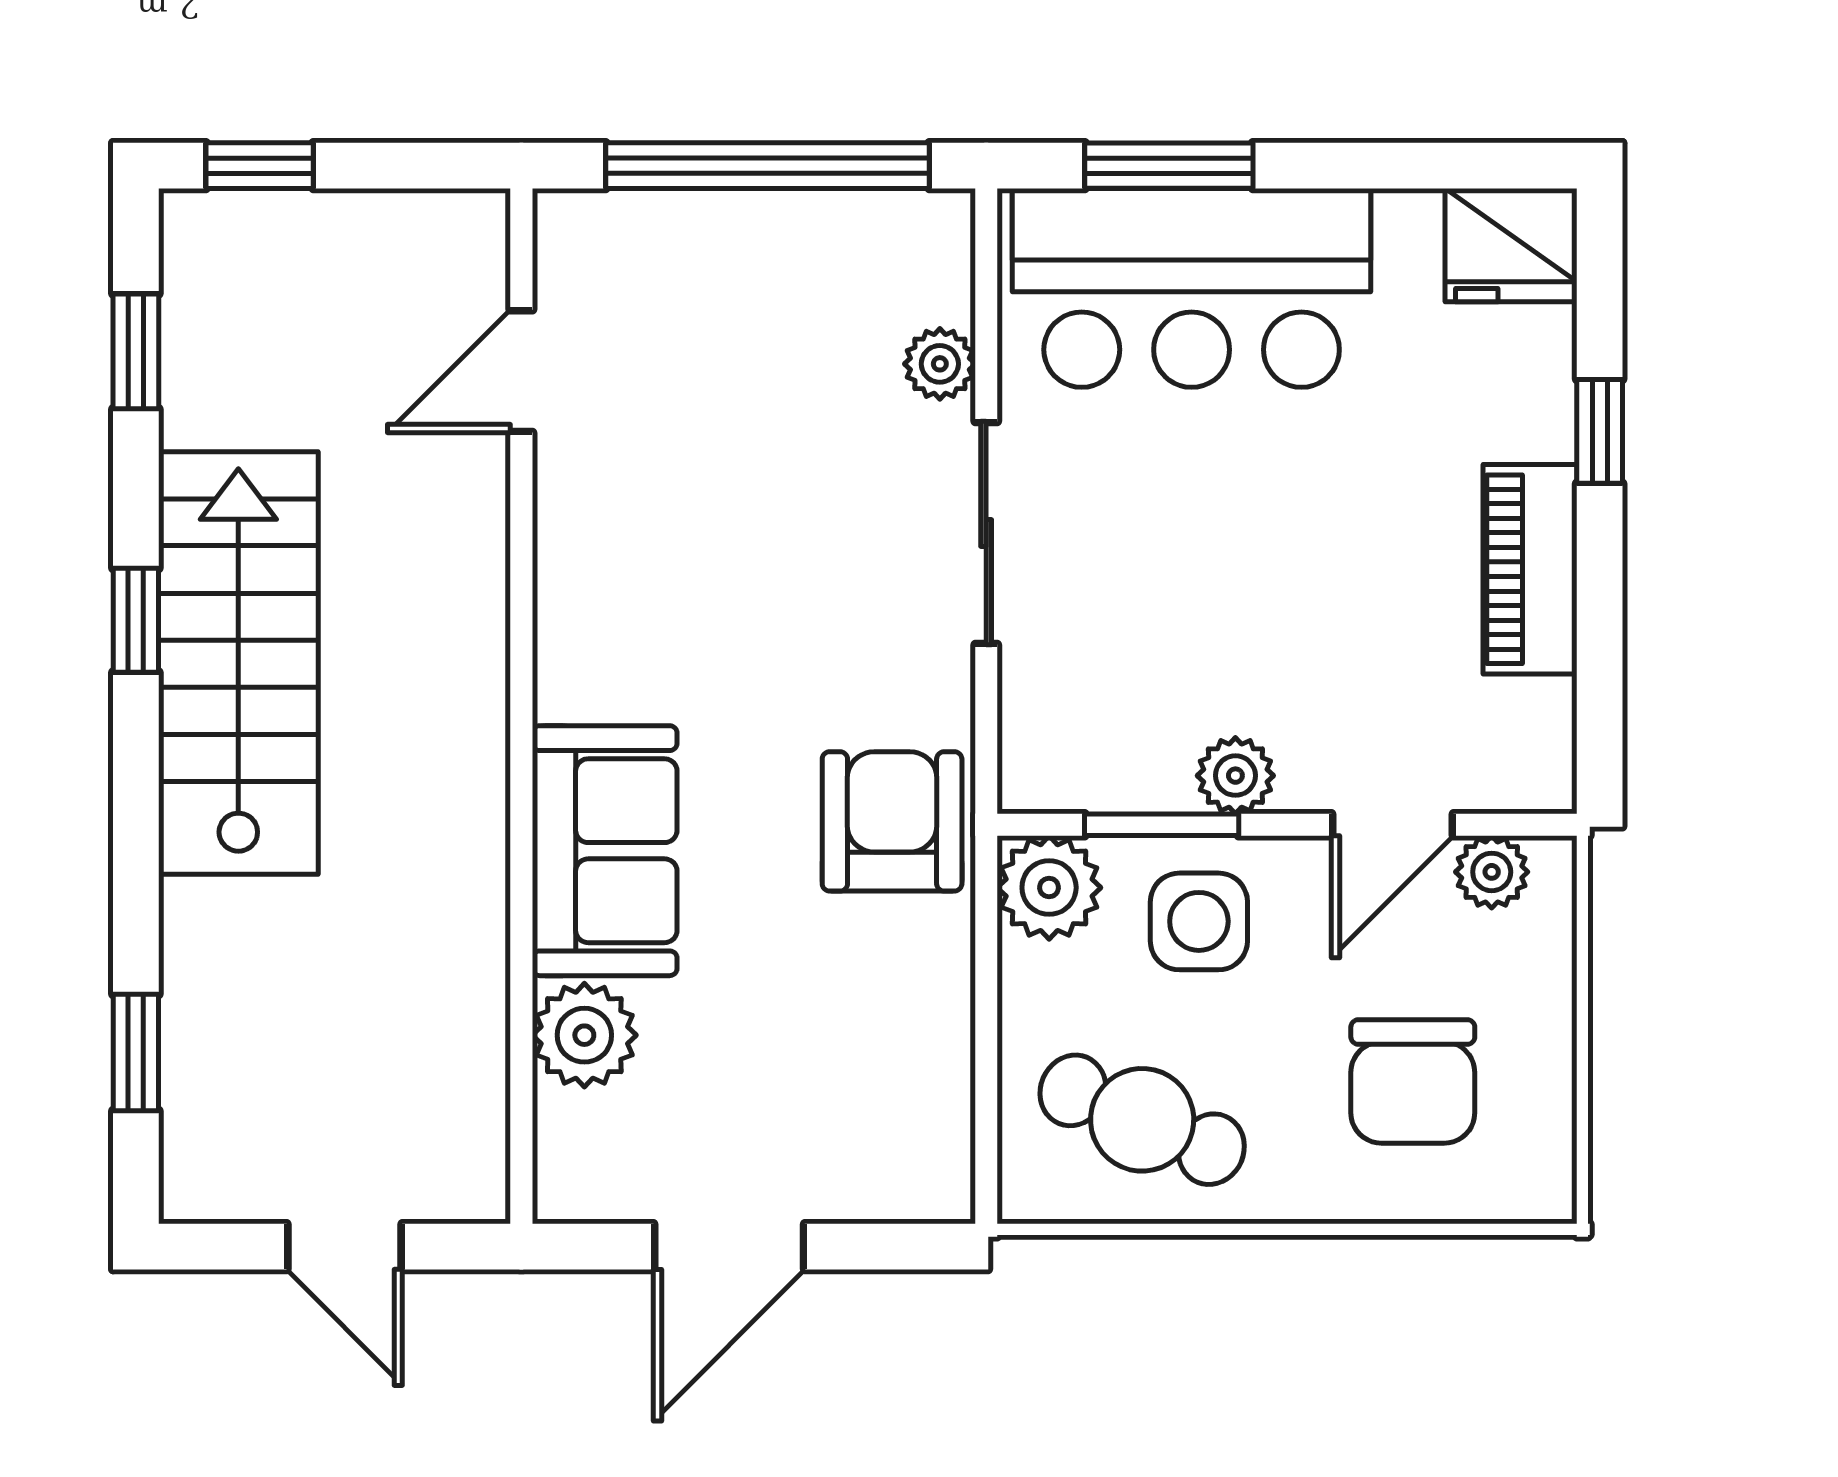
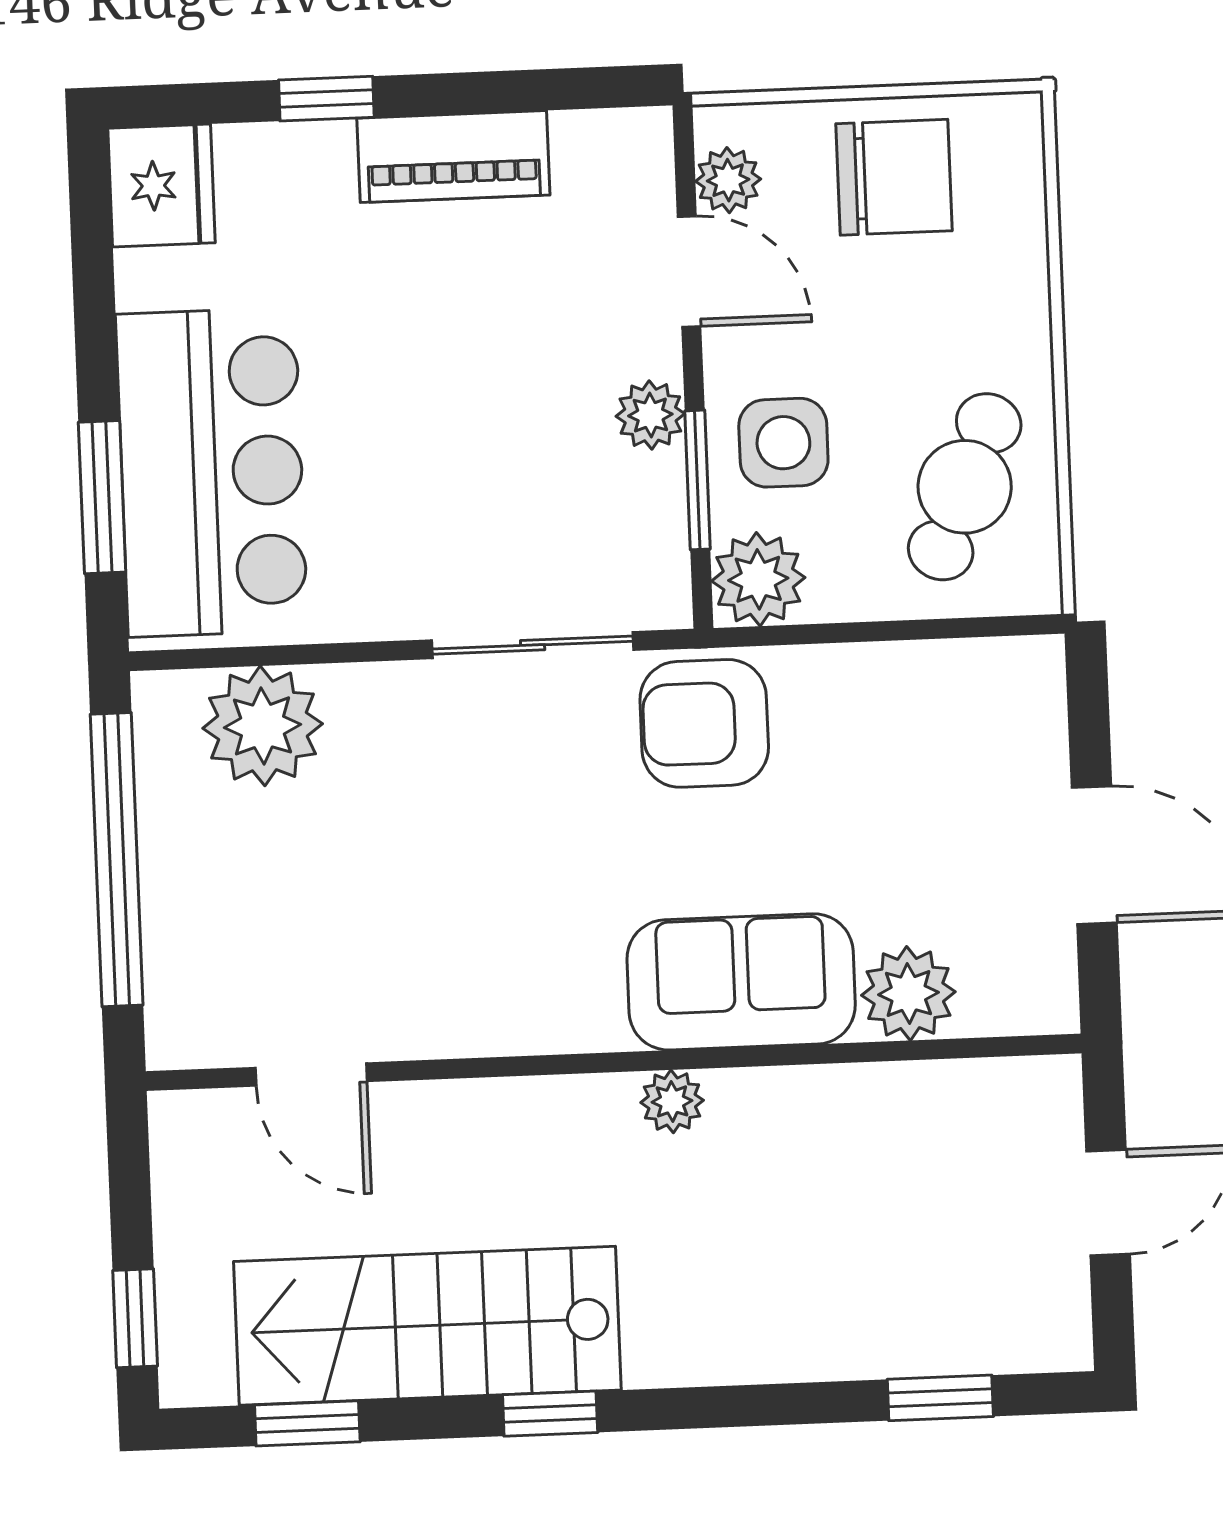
plant: (940, 364) -> (263, 726), width x1.88, depth x1.88
sliding door: (986, 533) -> (533, 645), moved
stairs: (238, 663) -> (427, 1326), moved
plant: (476, 769) -> (672, 1101), added
chair: (1413, 1081) -> (894, 177), moved

